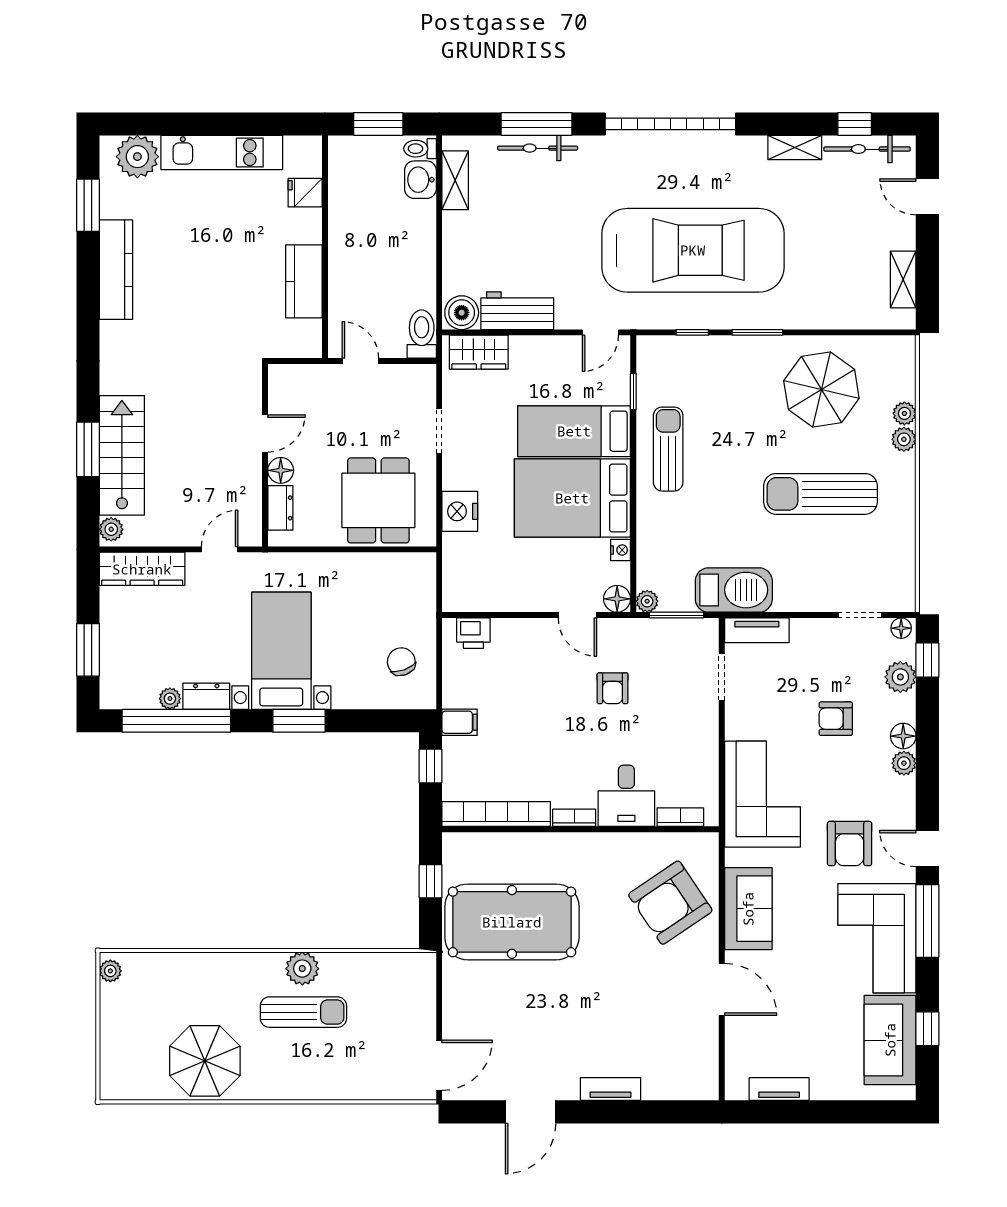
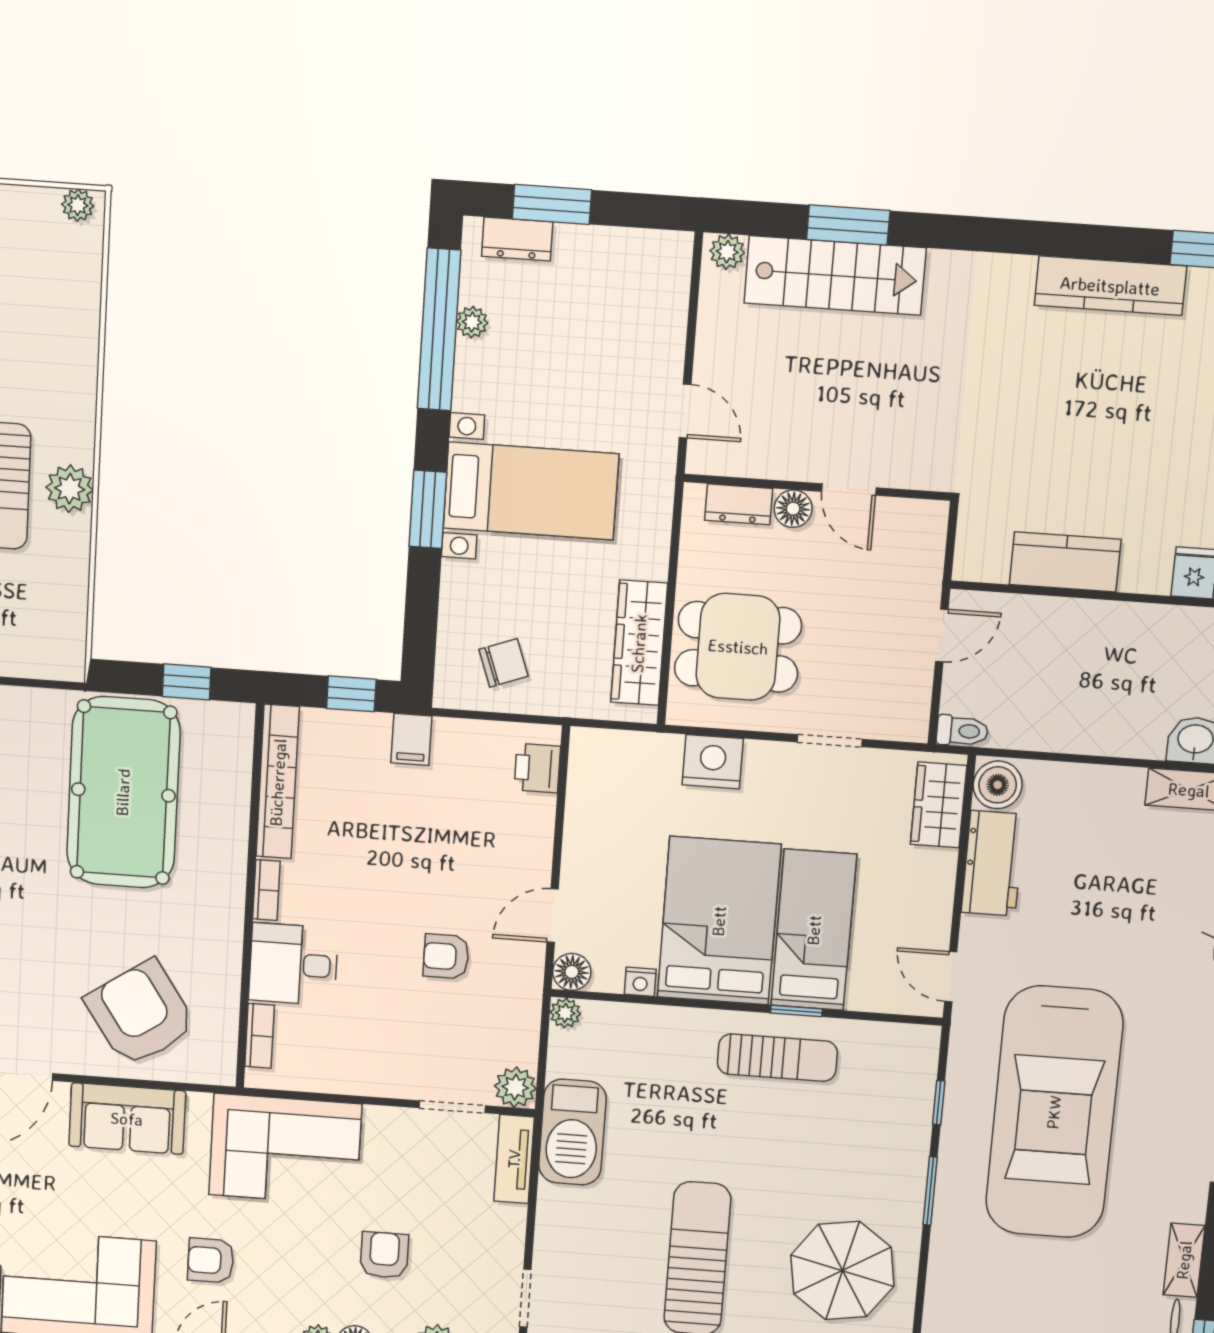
toilet: (422, 334) -> (962, 731), width x0.73, depth x0.72
window: (633, 392) -> (796, 1011), moved
wardrobe: (142, 569) -> (639, 643), moved
window: (677, 615) -> (543, 1052), removed
plant: (704, 633) -> (515, 1087), added
dresser: (206, 696) -> (517, 239), moved, turned 90
armchair: (850, 844) -> (211, 1260), width x0.72, depth x0.72

